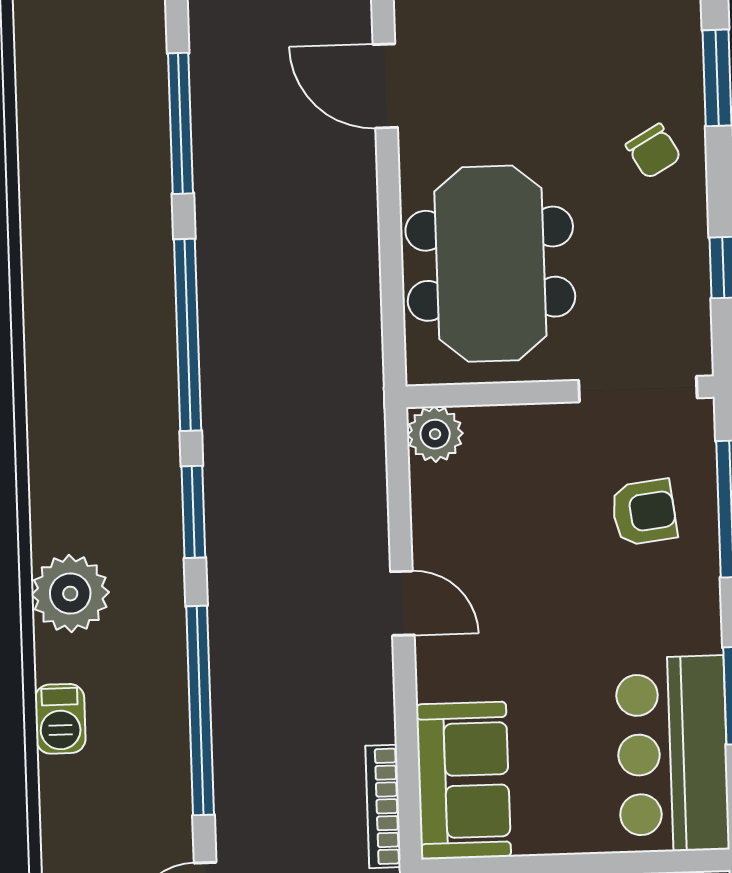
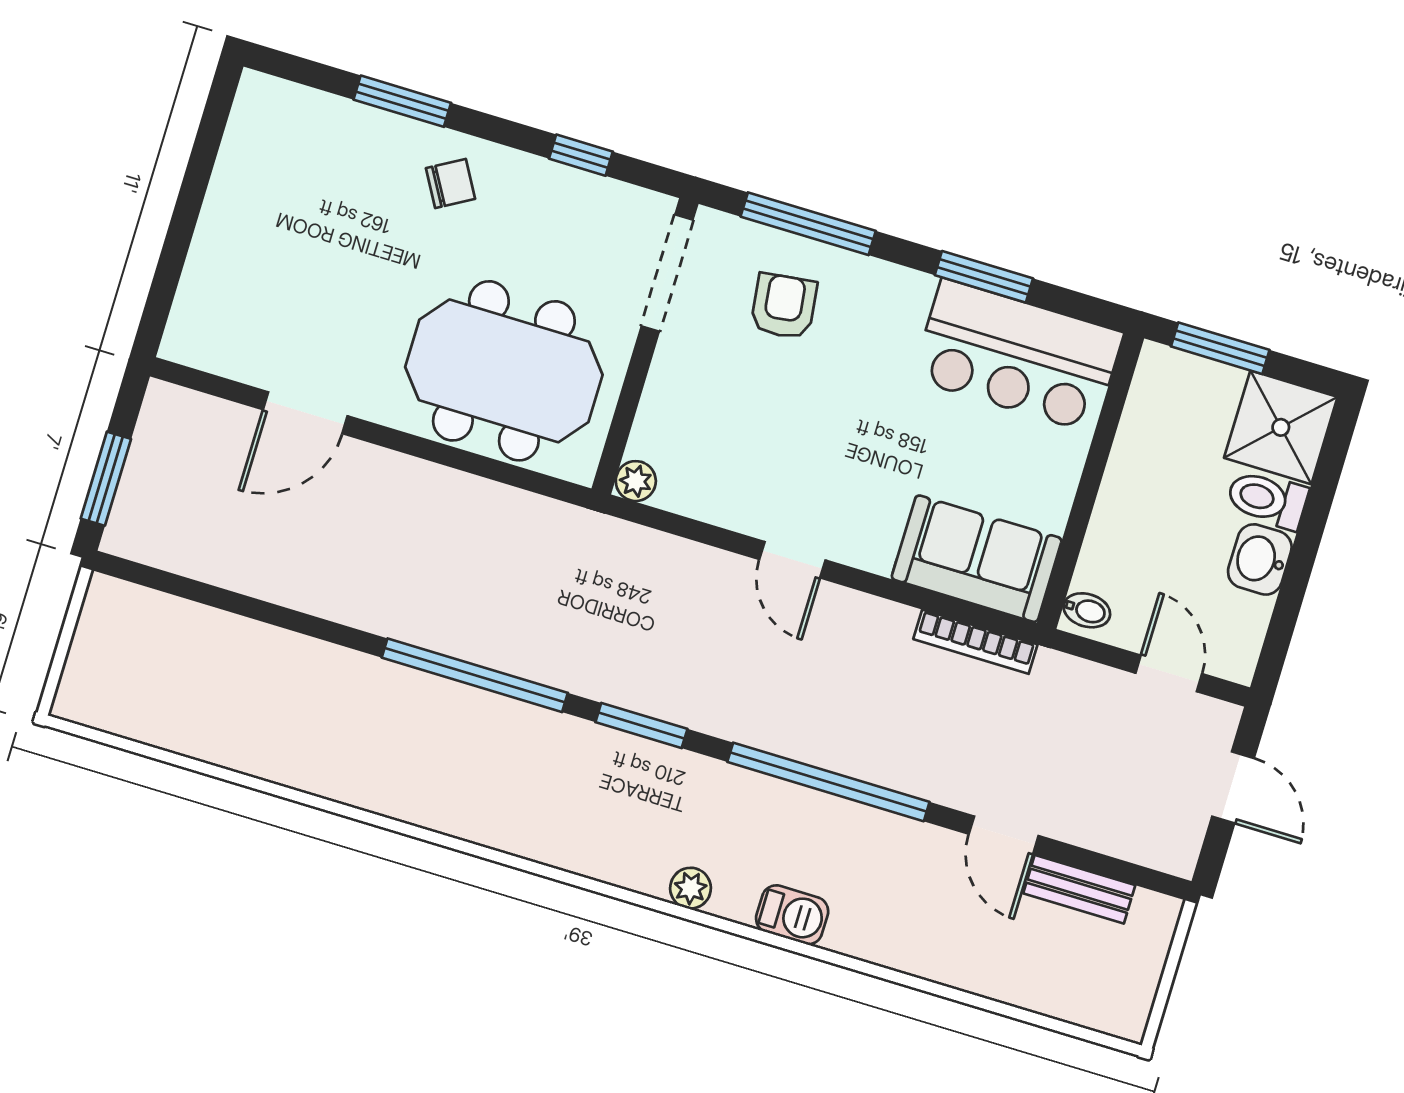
window: (181, 123) -> (276, 615), removed
plant: (435, 434) -> (636, 481), width x0.73, depth x0.73
plant: (70, 594) -> (690, 888), width x0.53, depth x0.53
door: (402, 603) -> (792, 560), swing flipped

